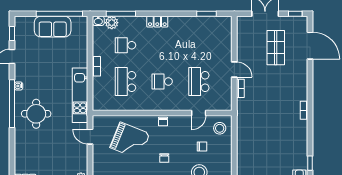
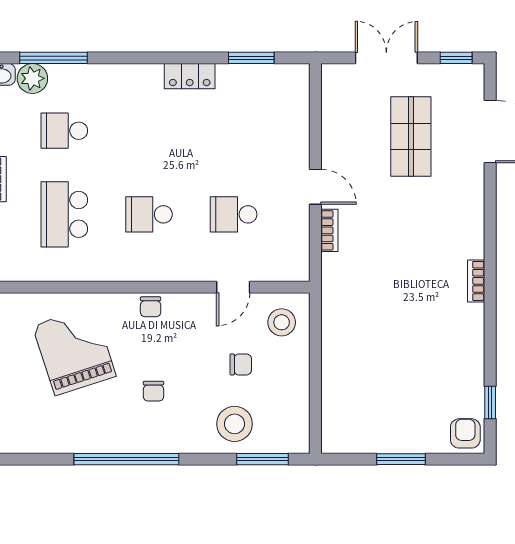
locker: (157, 22) -> (190, 76), moved
school desk: (199, 81) -> (234, 214), width x0.54
grand piano: (130, 141) -> (74, 351), turned -130

